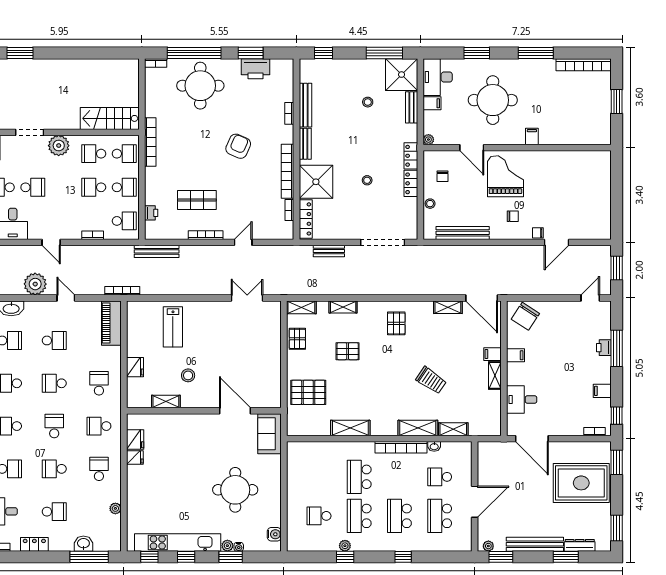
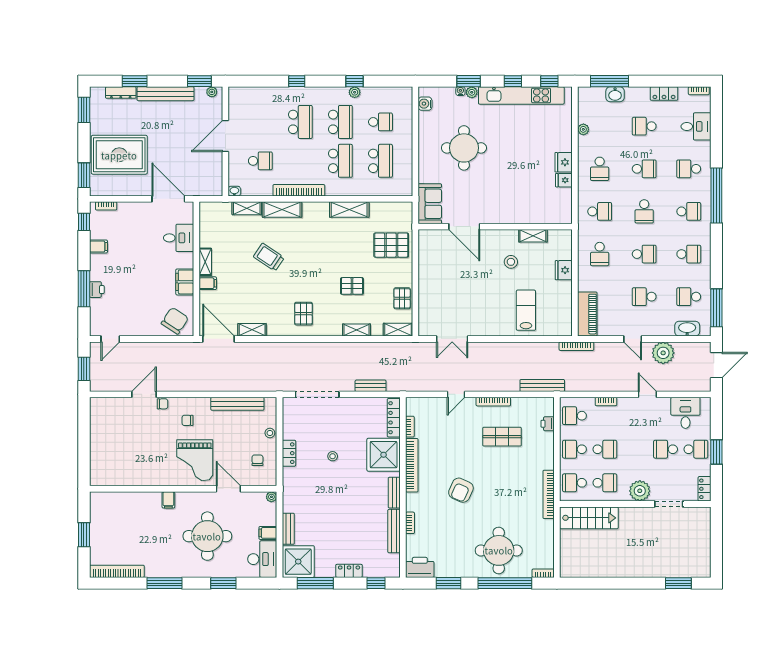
printer: (256, 69) -> (420, 567), moved
stool: (368, 102) -> (332, 534), removed
locker: (411, 156) -> (349, 571), moved, turned -90
filing cabinet: (516, 355) -> (185, 282), width x2.00
fridge: (135, 440) -> (564, 162), moved
washbasin: (434, 446) -> (234, 191), moved
school desk: (440, 516) -> (380, 161), moved

